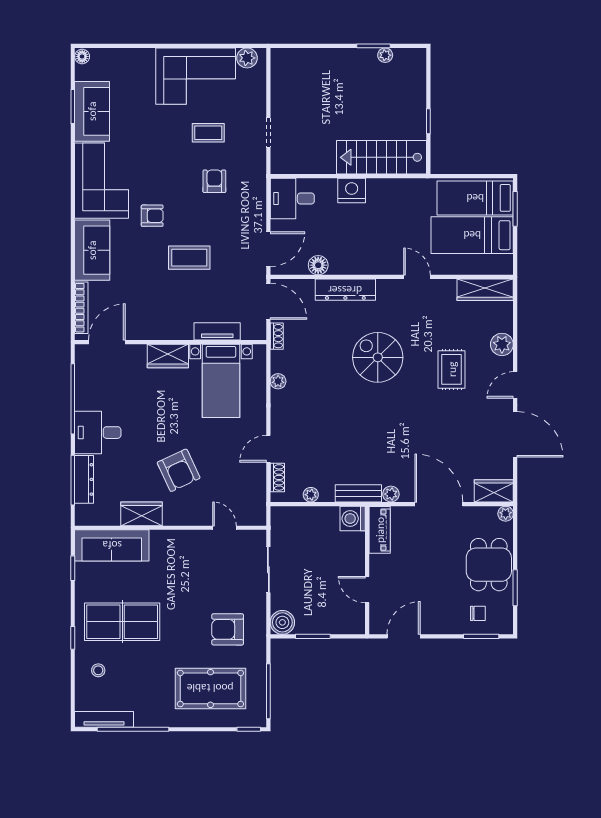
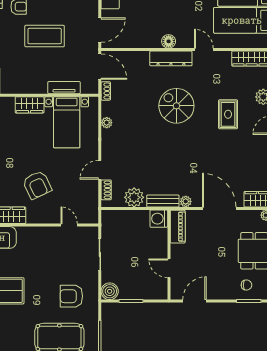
coffee table: (189, 258) -> (45, 36), width x1.36, depth x1.32
floor lamp: (318, 265) -> (169, 41), moved
dresser: (345, 290) -> (171, 58), moved
plant: (311, 495) -> (134, 197), width x1.88, depth x1.88

